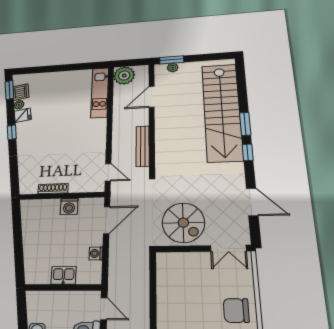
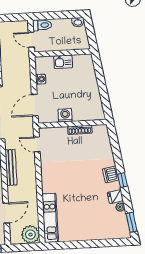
dishwasher: (21, 92) -> (111, 174), moved

